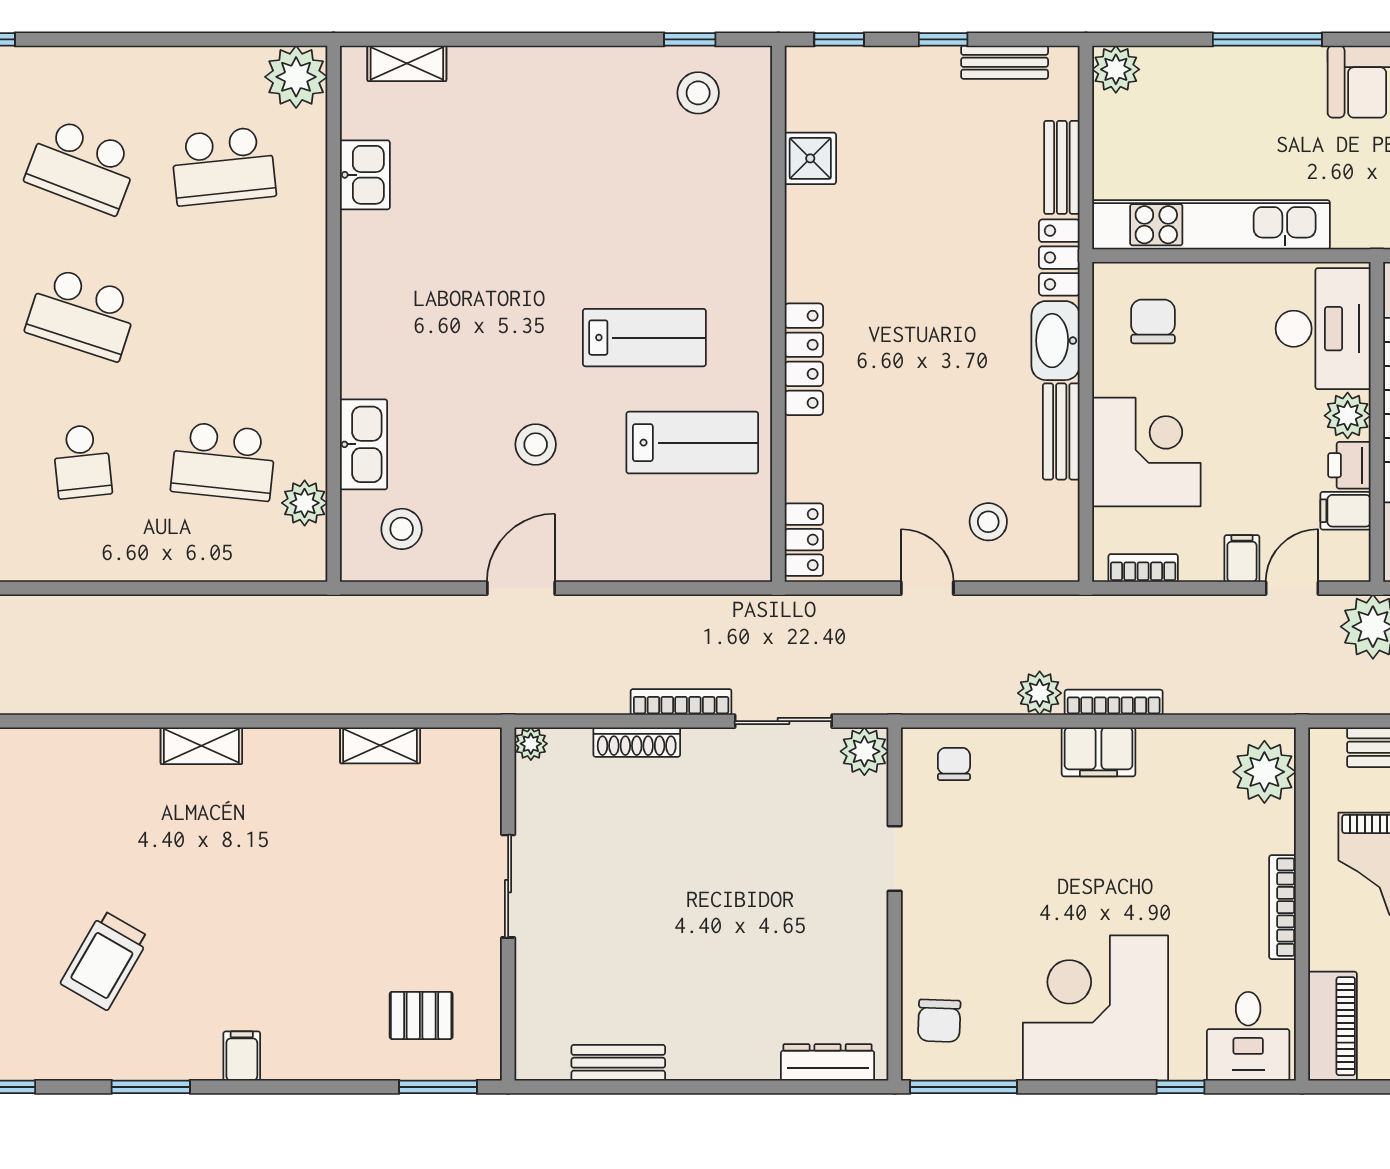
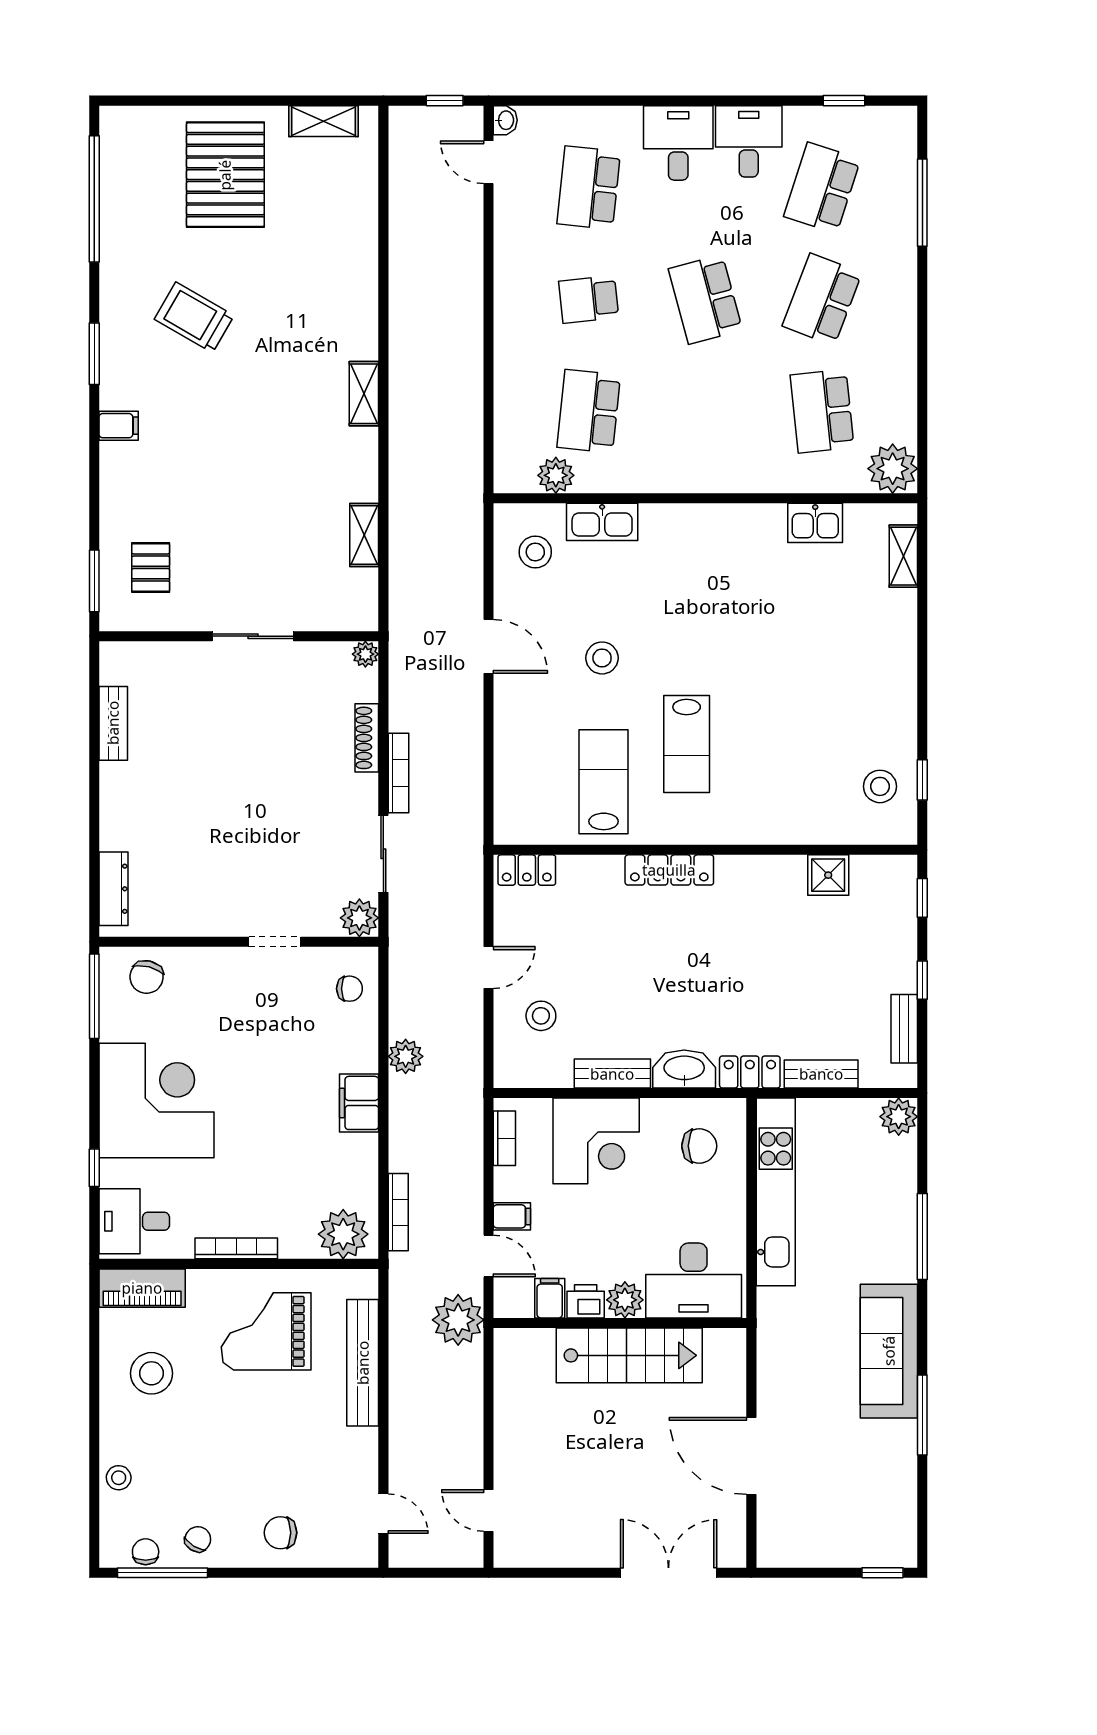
school desk: (82, 314) -> (705, 299), turned -33
lab bench: (692, 443) -> (604, 782), turned 180
bookcase: (1114, 702) -> (398, 1212), moved
chair: (939, 1021) -> (147, 977), turned -78

